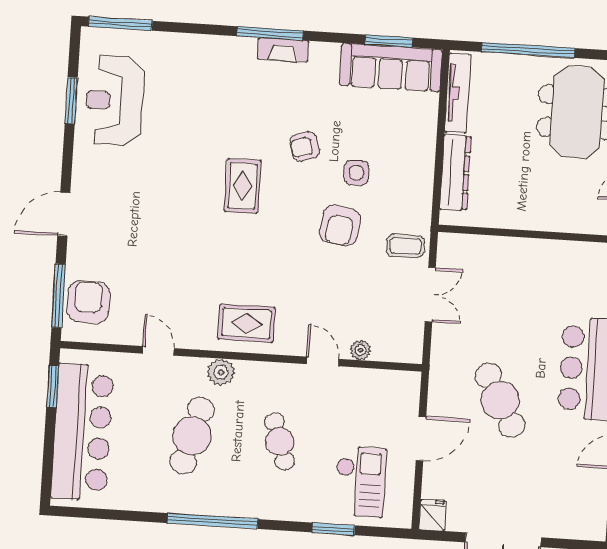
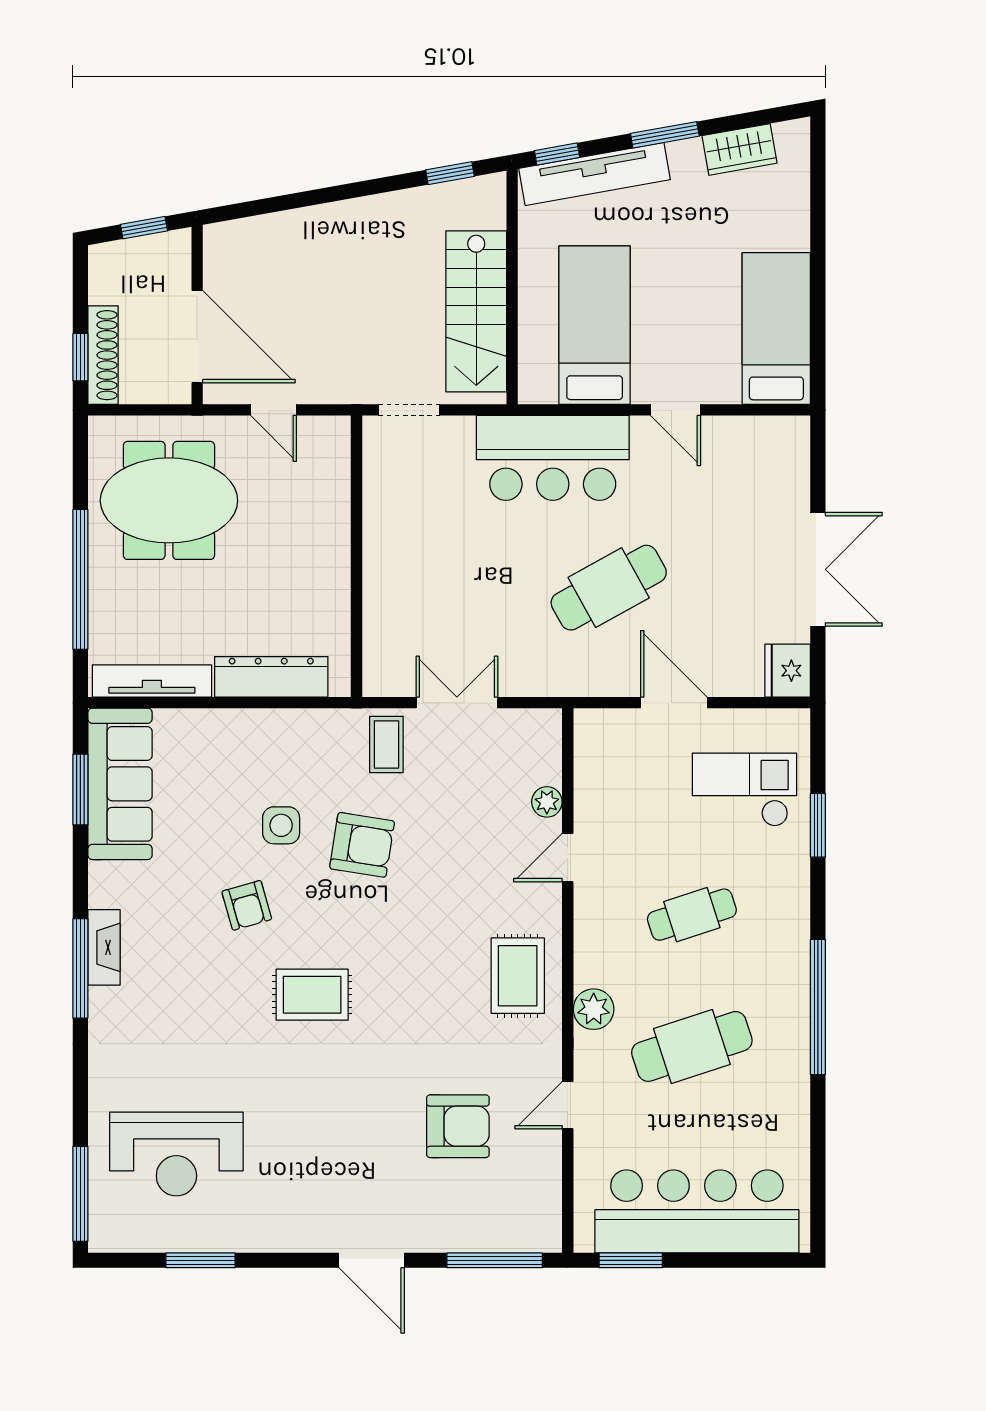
reception desk: (114, 101) -> (176, 1154), moved
armchair: (88, 302) -> (458, 1126), moved, turned 180
cafe table: (192, 436) -> (692, 1046), turned -33
fridge: (432, 515) -> (788, 671), width x1.38

